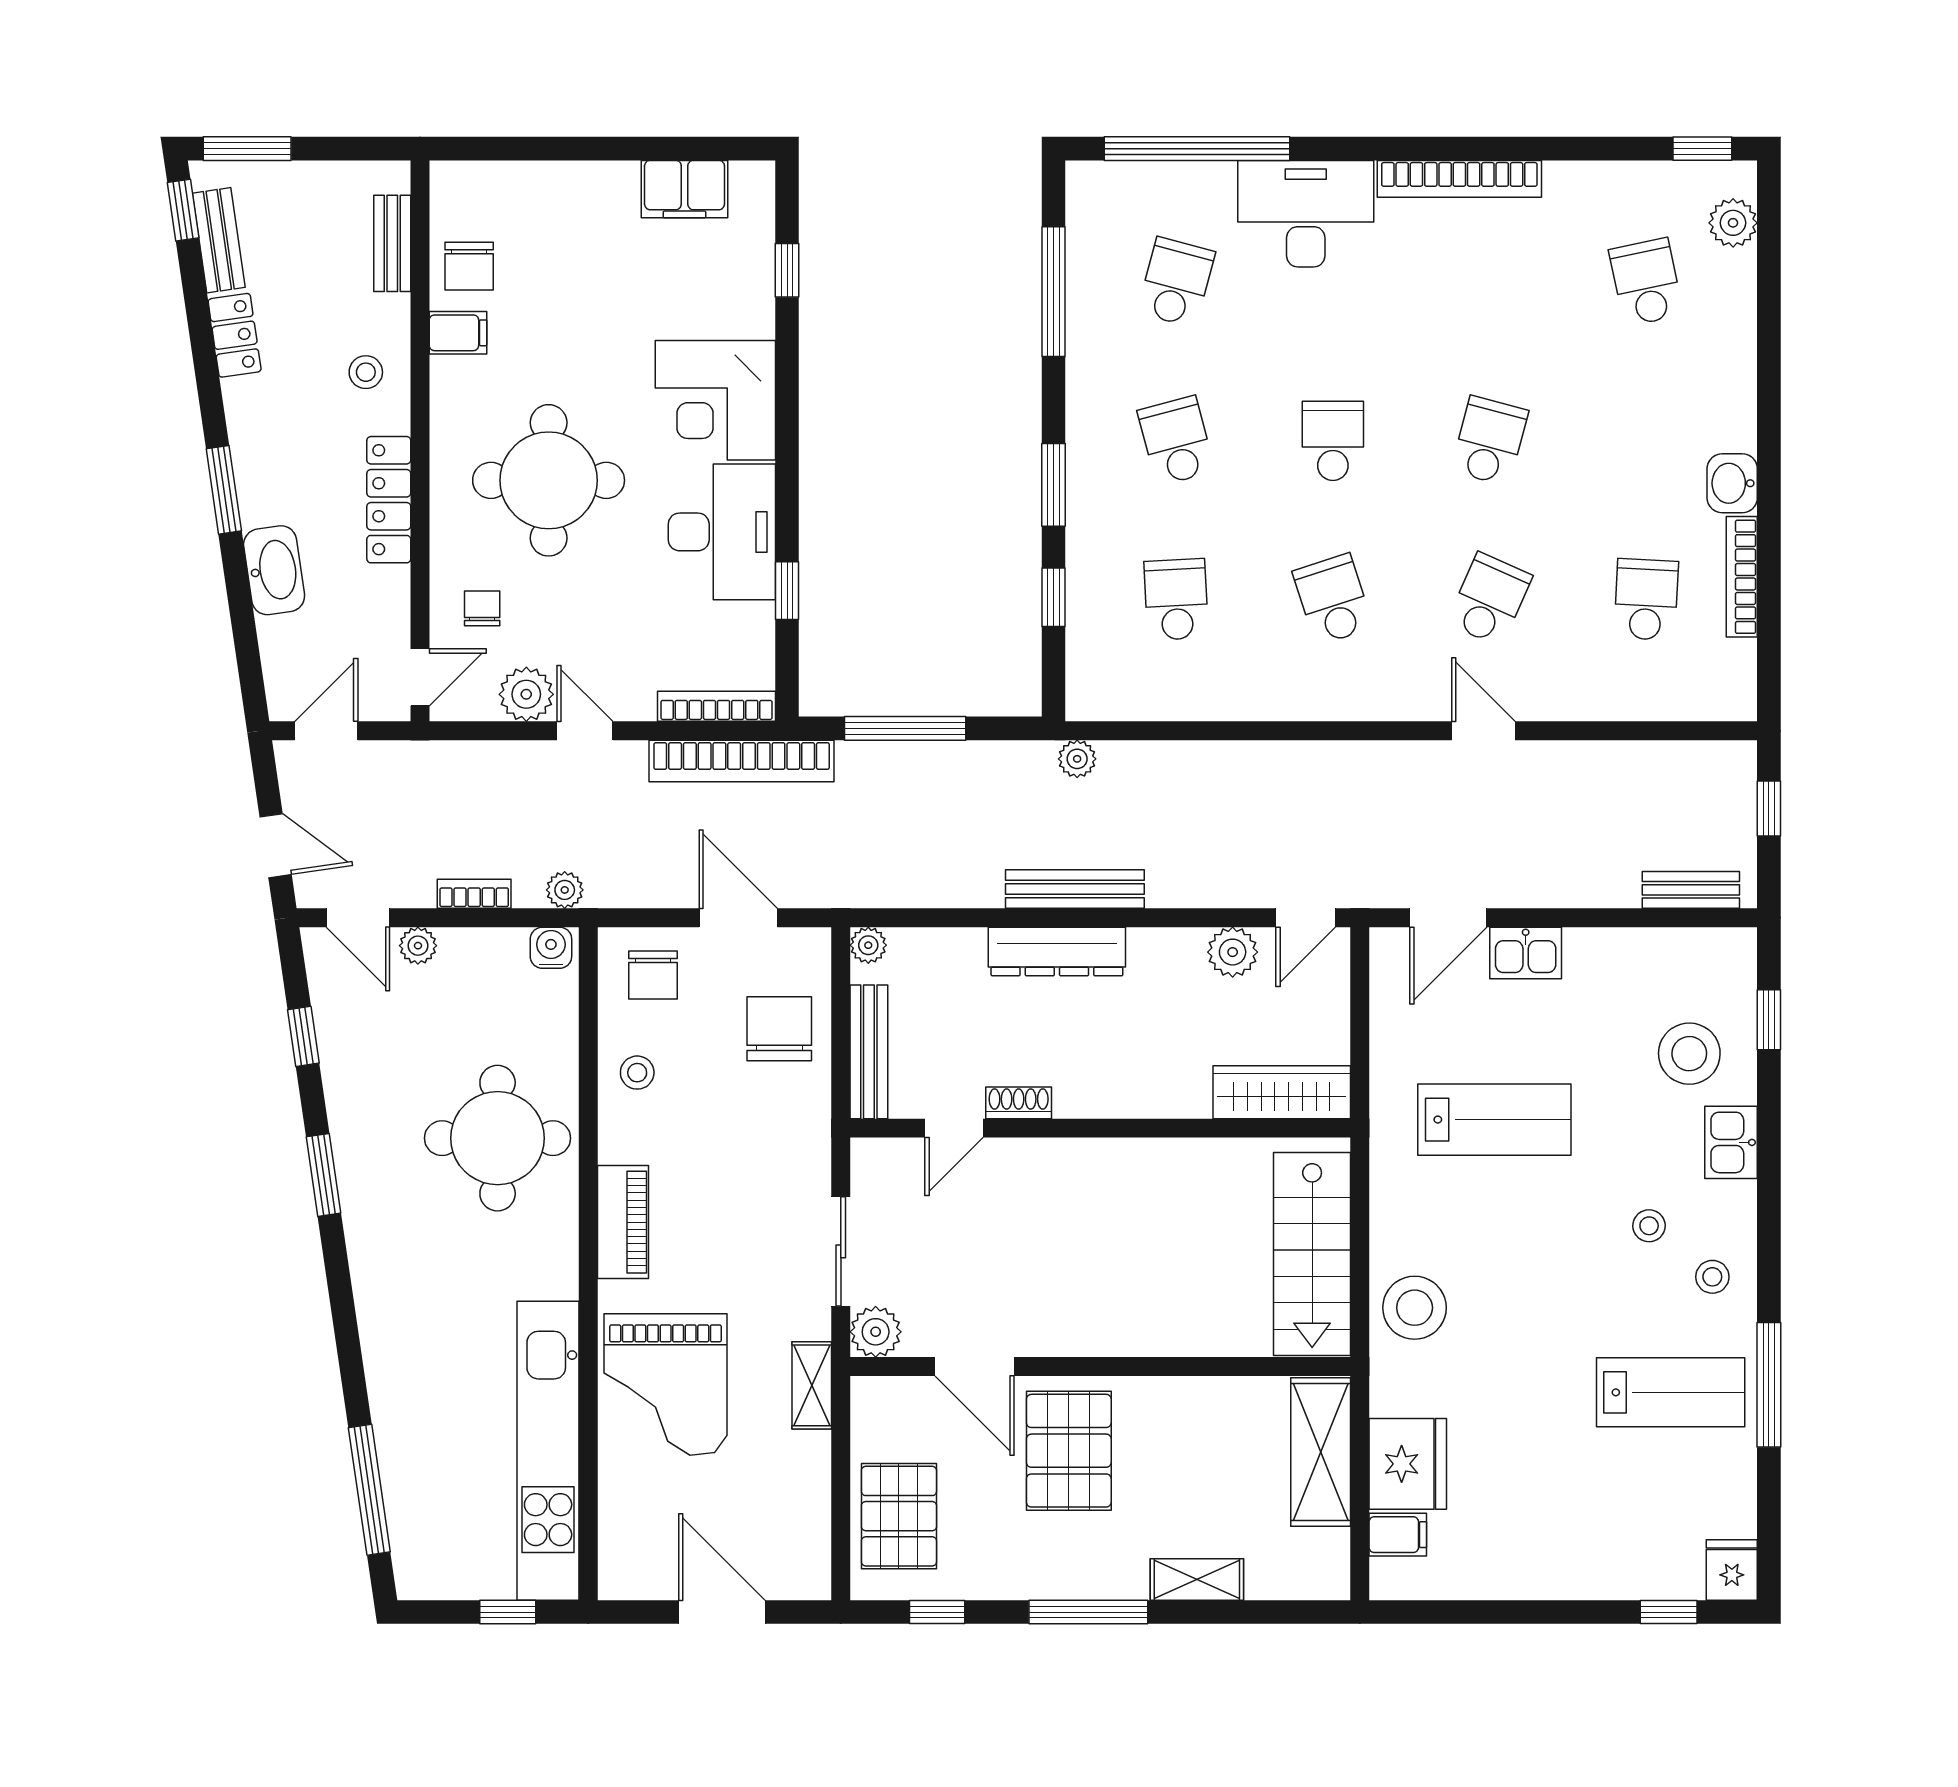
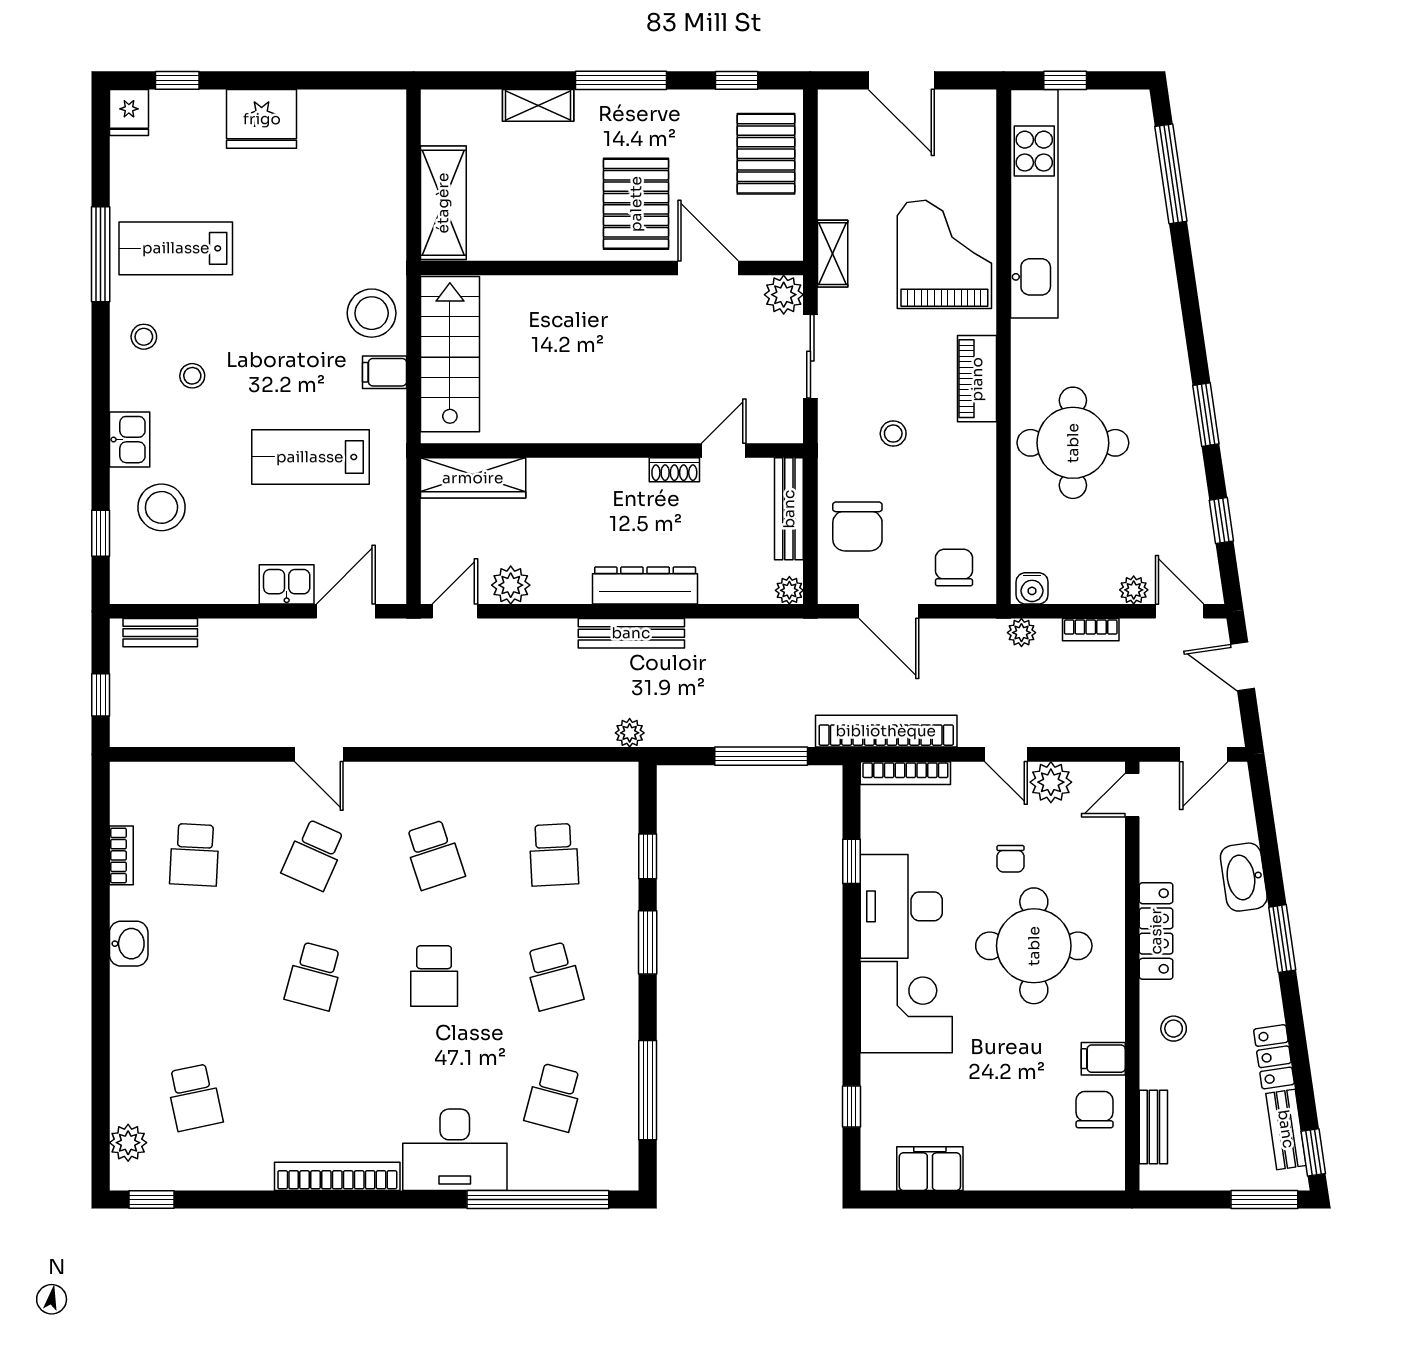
bookcase: (1742, 577) -> (121, 855), width x0.64
chair: (482, 608) -> (1010, 859), moved
stool: (637, 1073) -> (893, 434), moved
fridge: (1408, 1464) -> (262, 119), moved, turned -90
filing cabinet: (1398, 1535) -> (384, 372), moved

